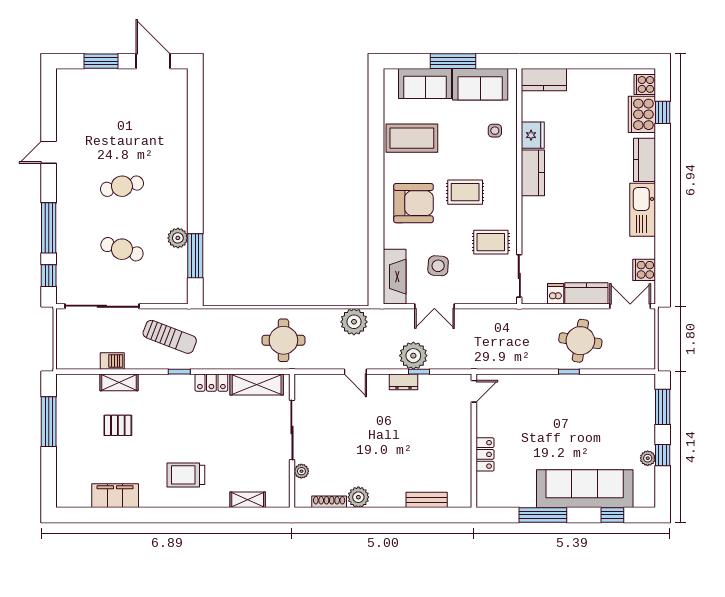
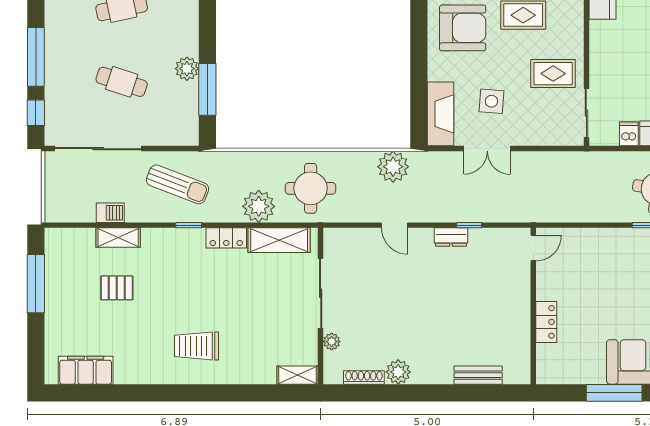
plant: (413, 356) -> (259, 206), moved
filing cabinet: (115, 496) -> (86, 370), moved
shelving: (248, 500) -> (298, 375), moved

